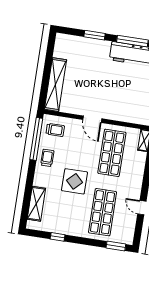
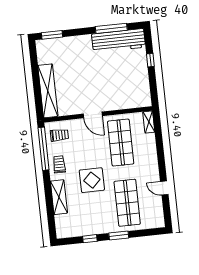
window: (95, 35) -> (52, 35), moved
shelving: (36, 204) -> (59, 197), moved
window: (116, 246) -> (119, 236), moved

